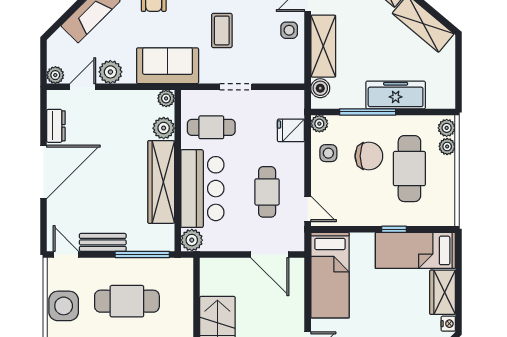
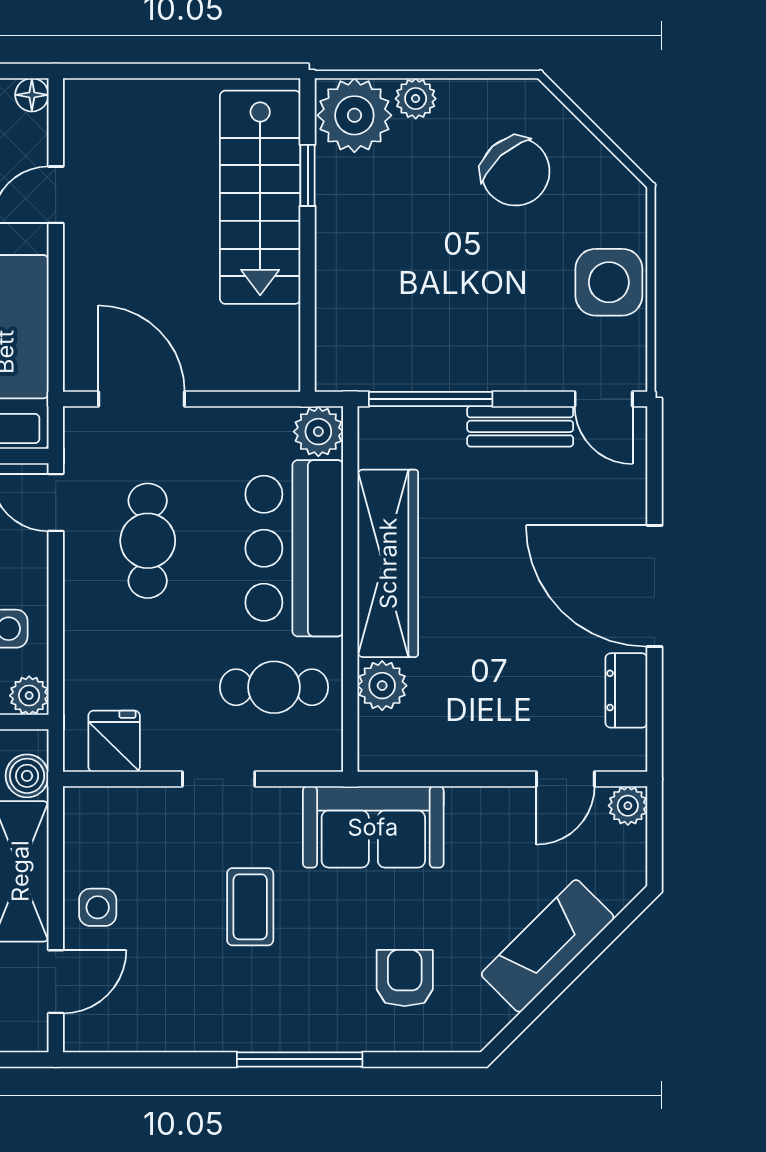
plant: (110, 72) -> (503, 813), removed
plant: (166, 98) -> (377, 753), removed
fridge: (291, 130) -> (114, 741), moved, turned -90
door: (44, 172) -> (654, 586), hinge flipped
cafe table: (127, 301) -> (465, 293), removed

